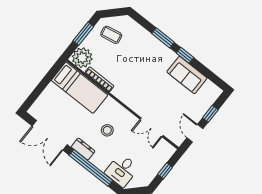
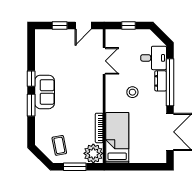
sofa: (187, 75) -> (45, 92), moved
dresser: (83, 149) -> (161, 81), moved

